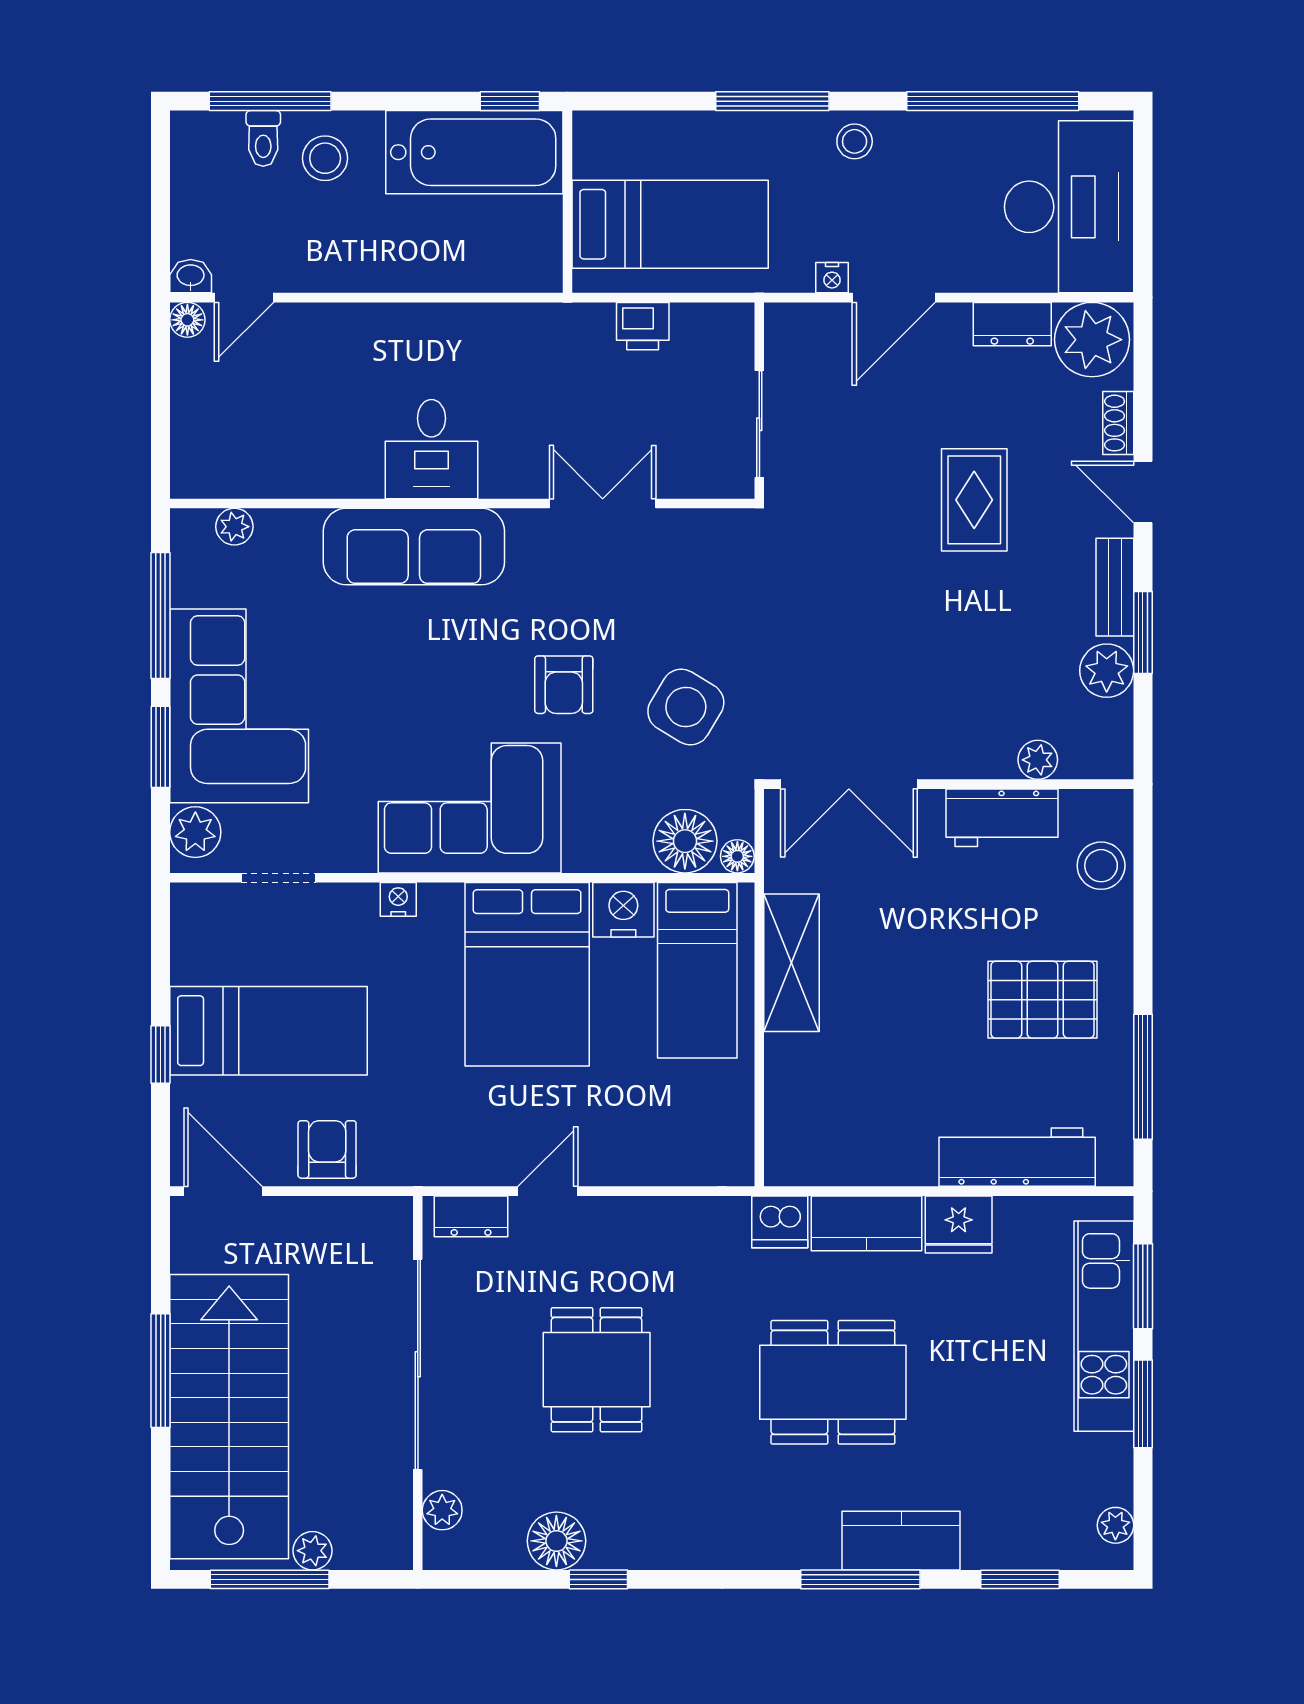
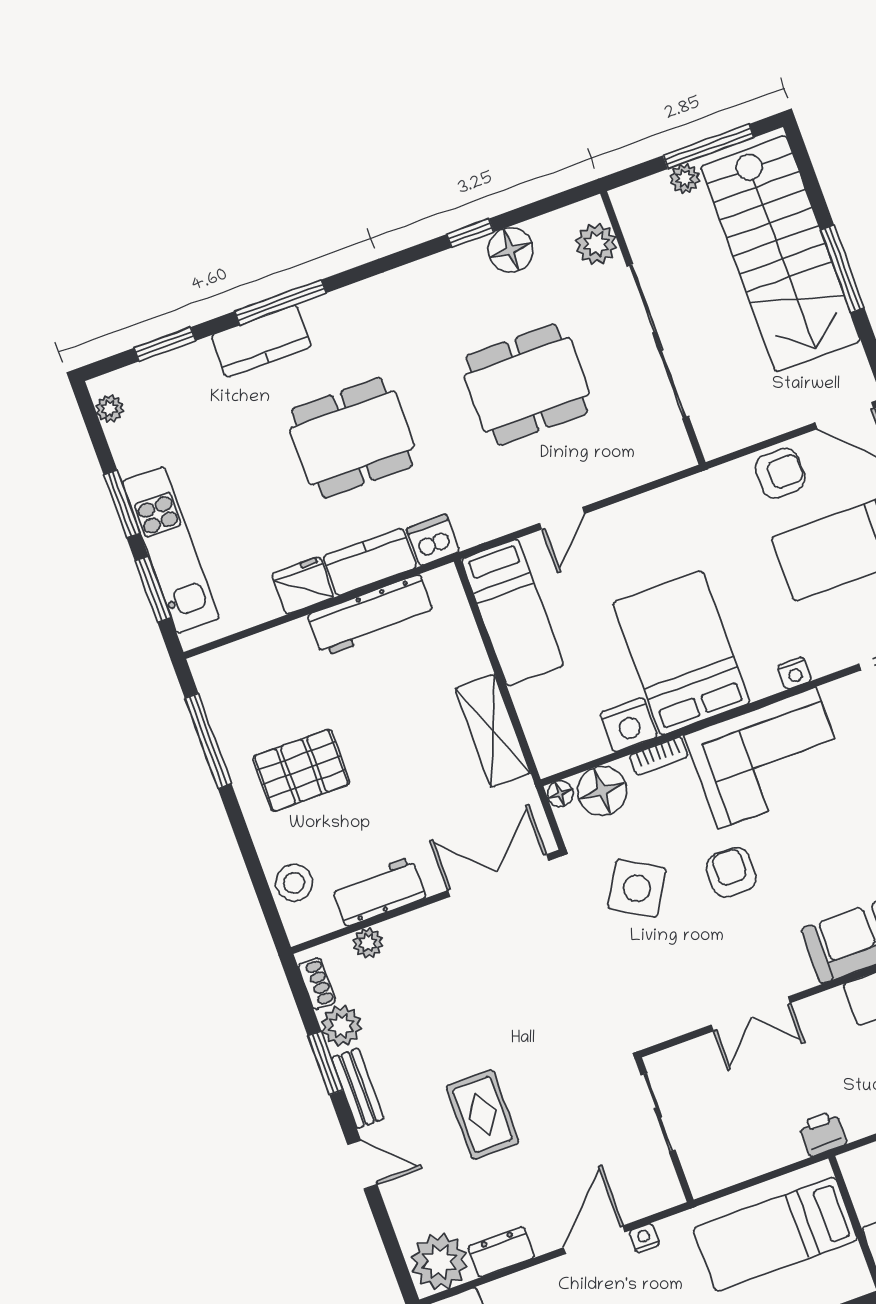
printer: (643, 326) -> (823, 1133), moved
shoe rack: (1118, 423) -> (317, 984), moved
bookcase: (600, 859) -> (659, 756), added
bed: (697, 970) -> (512, 612), moved, turned 180
armchair: (327, 1149) -> (780, 473), turned -90
workbench: (1017, 1157) -> (371, 616), moved
door: (548, 1191) -> (562, 518), moved
dresser: (471, 1216) -> (658, 463), removed
dining table: (597, 1370) -> (527, 385), width x1.37
plant: (442, 1510) -> (596, 244), width x1.38, depth x1.38

